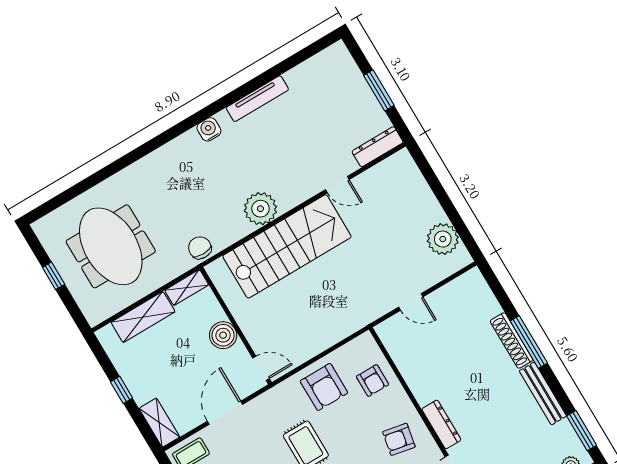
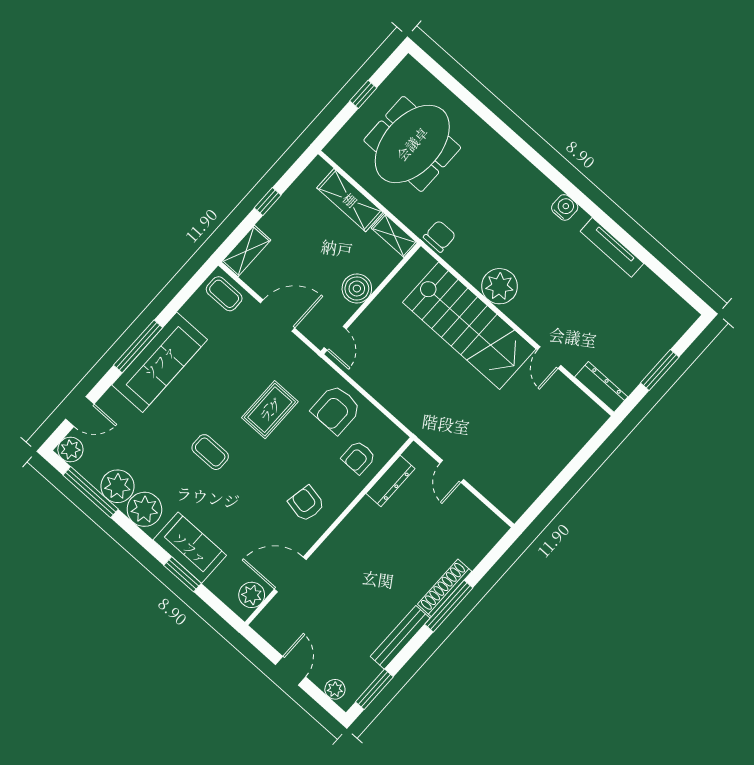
plant: (443, 239) -> (527, 484), removed
dresser: (441, 424) -> (390, 481), moved

